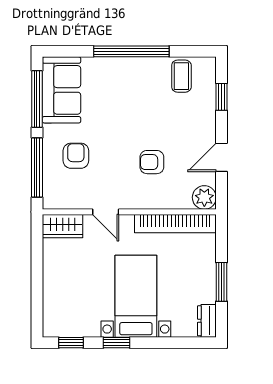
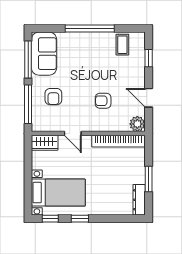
armchair: (76, 156) -> (53, 97), turned 180
door: (222, 157) -> (149, 98), hinge flipped
bed with nightstands: (136, 296) -> (58, 193), moved, turned 90
dresser: (207, 321) -> (139, 200), width x1.44

